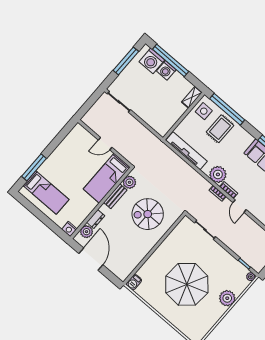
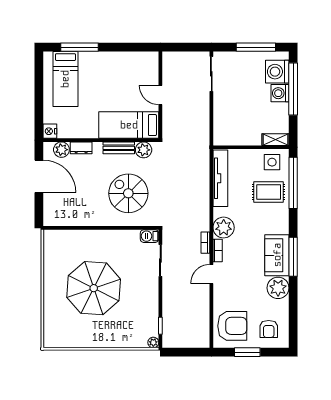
door: (91, 259) -> (39, 176), hinge flipped
barbecue: (134, 282) -> (149, 236), moved
plant: (227, 298) -> (114, 338), removed

